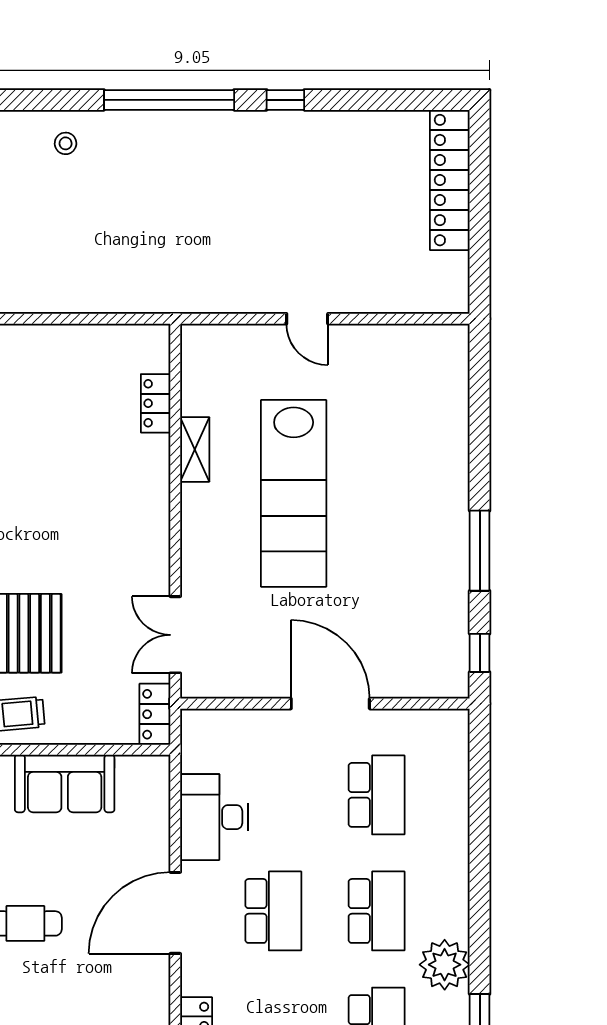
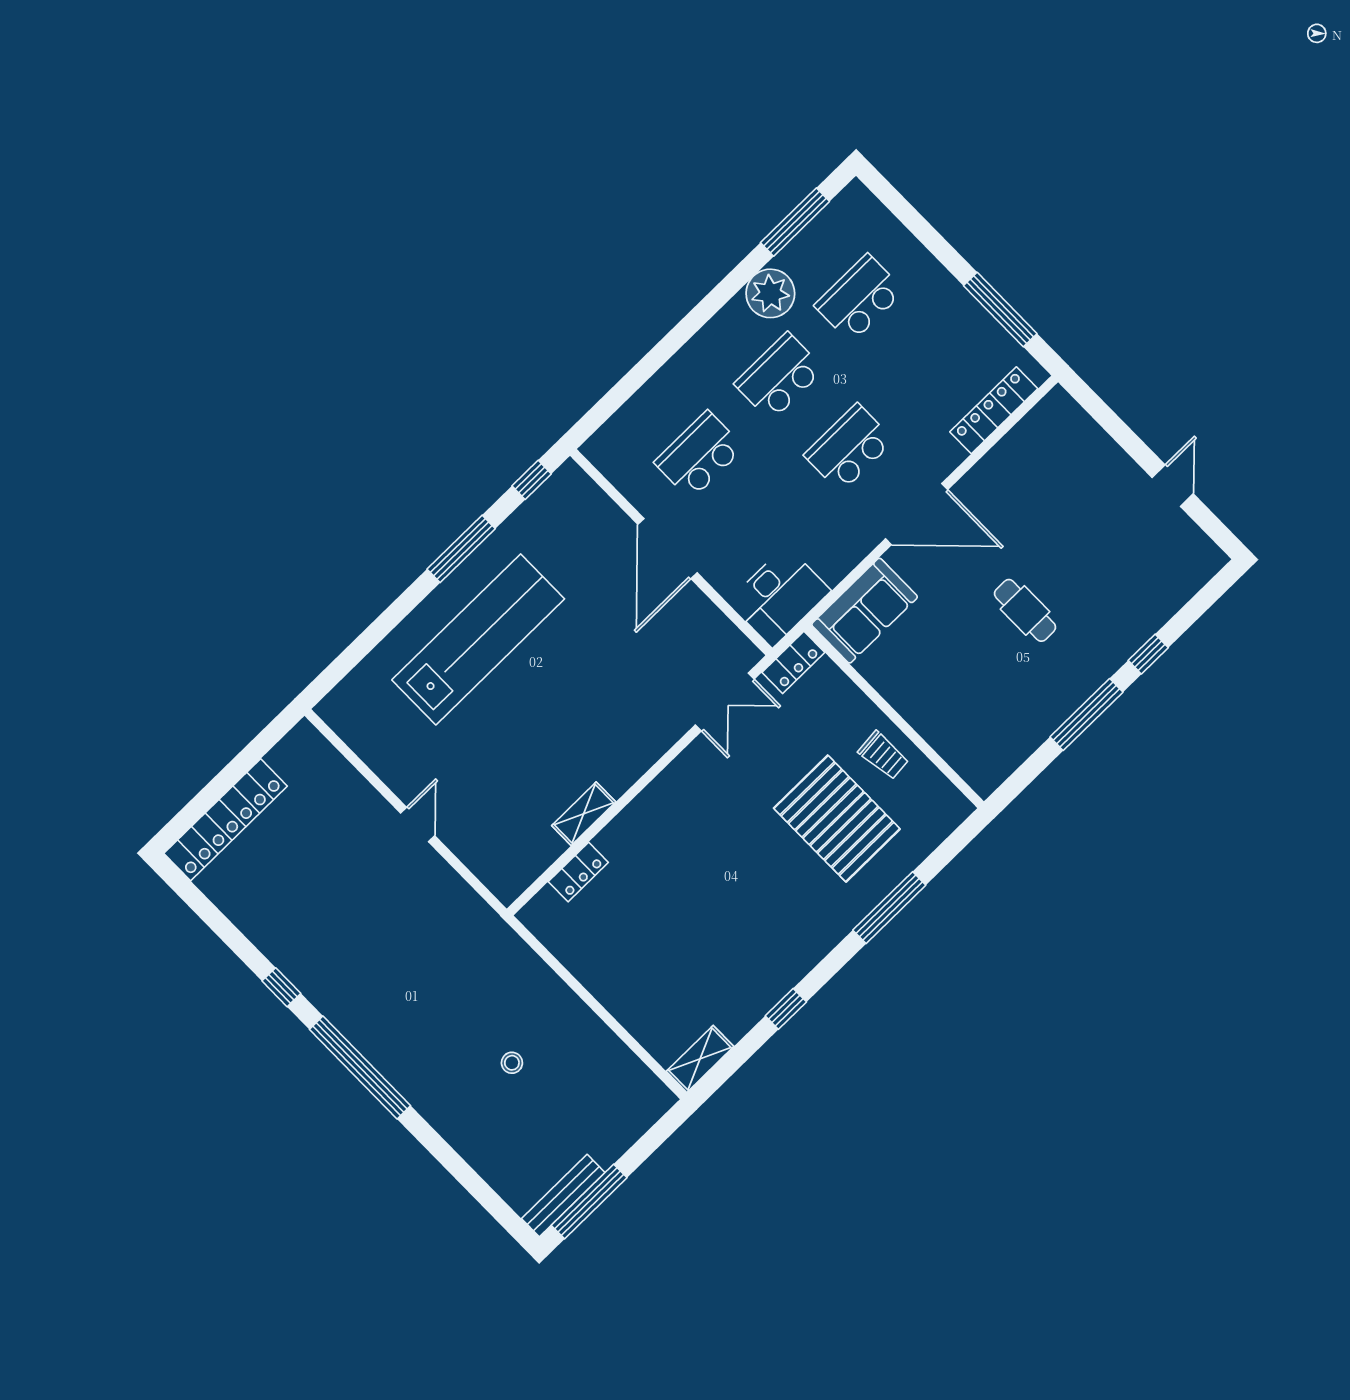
stool: (66, 143) -> (512, 1063), moved
lab bench: (294, 493) -> (478, 639), moved
sofa: (65, 783) -> (865, 611), moved, turned 90
desk: (214, 817) -> (779, 596), moved

